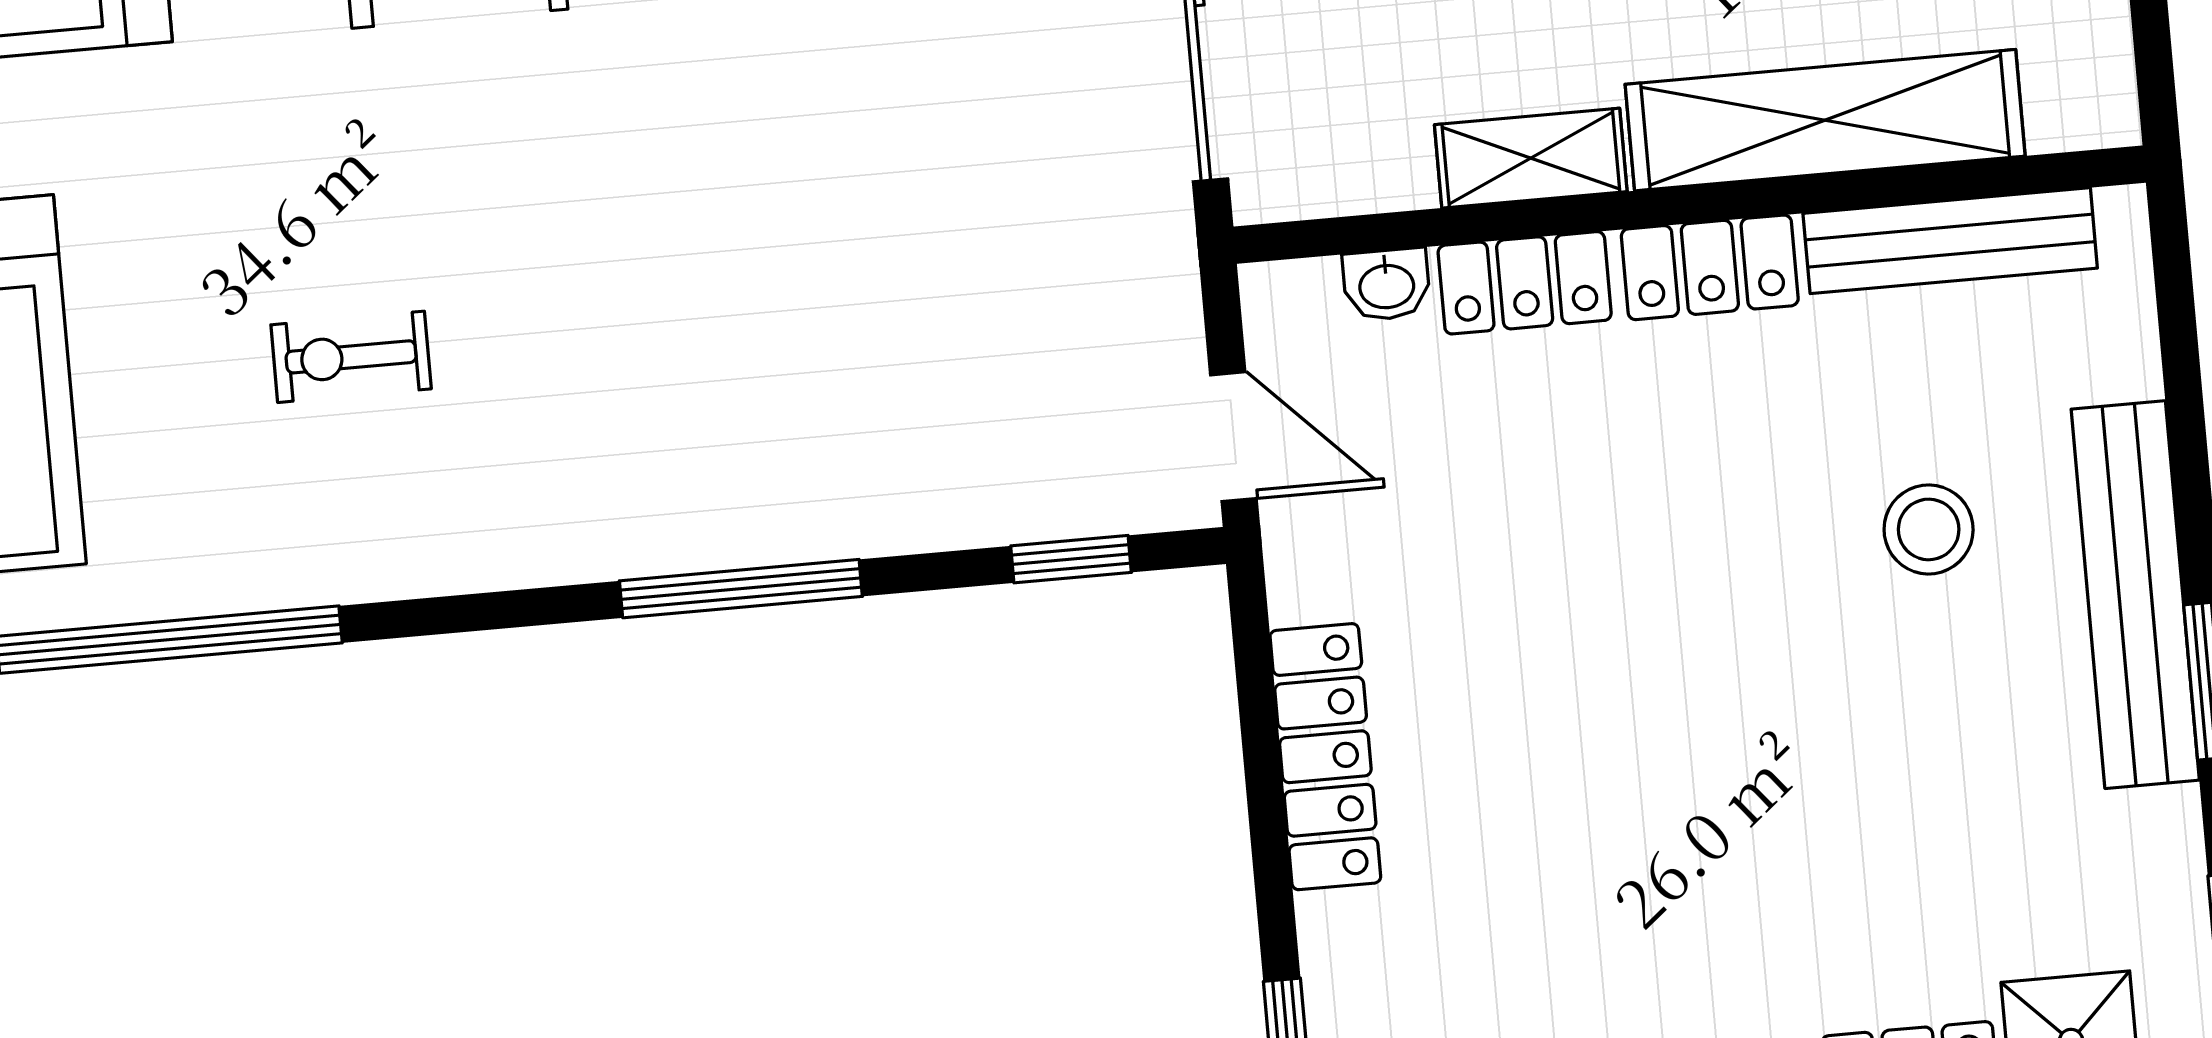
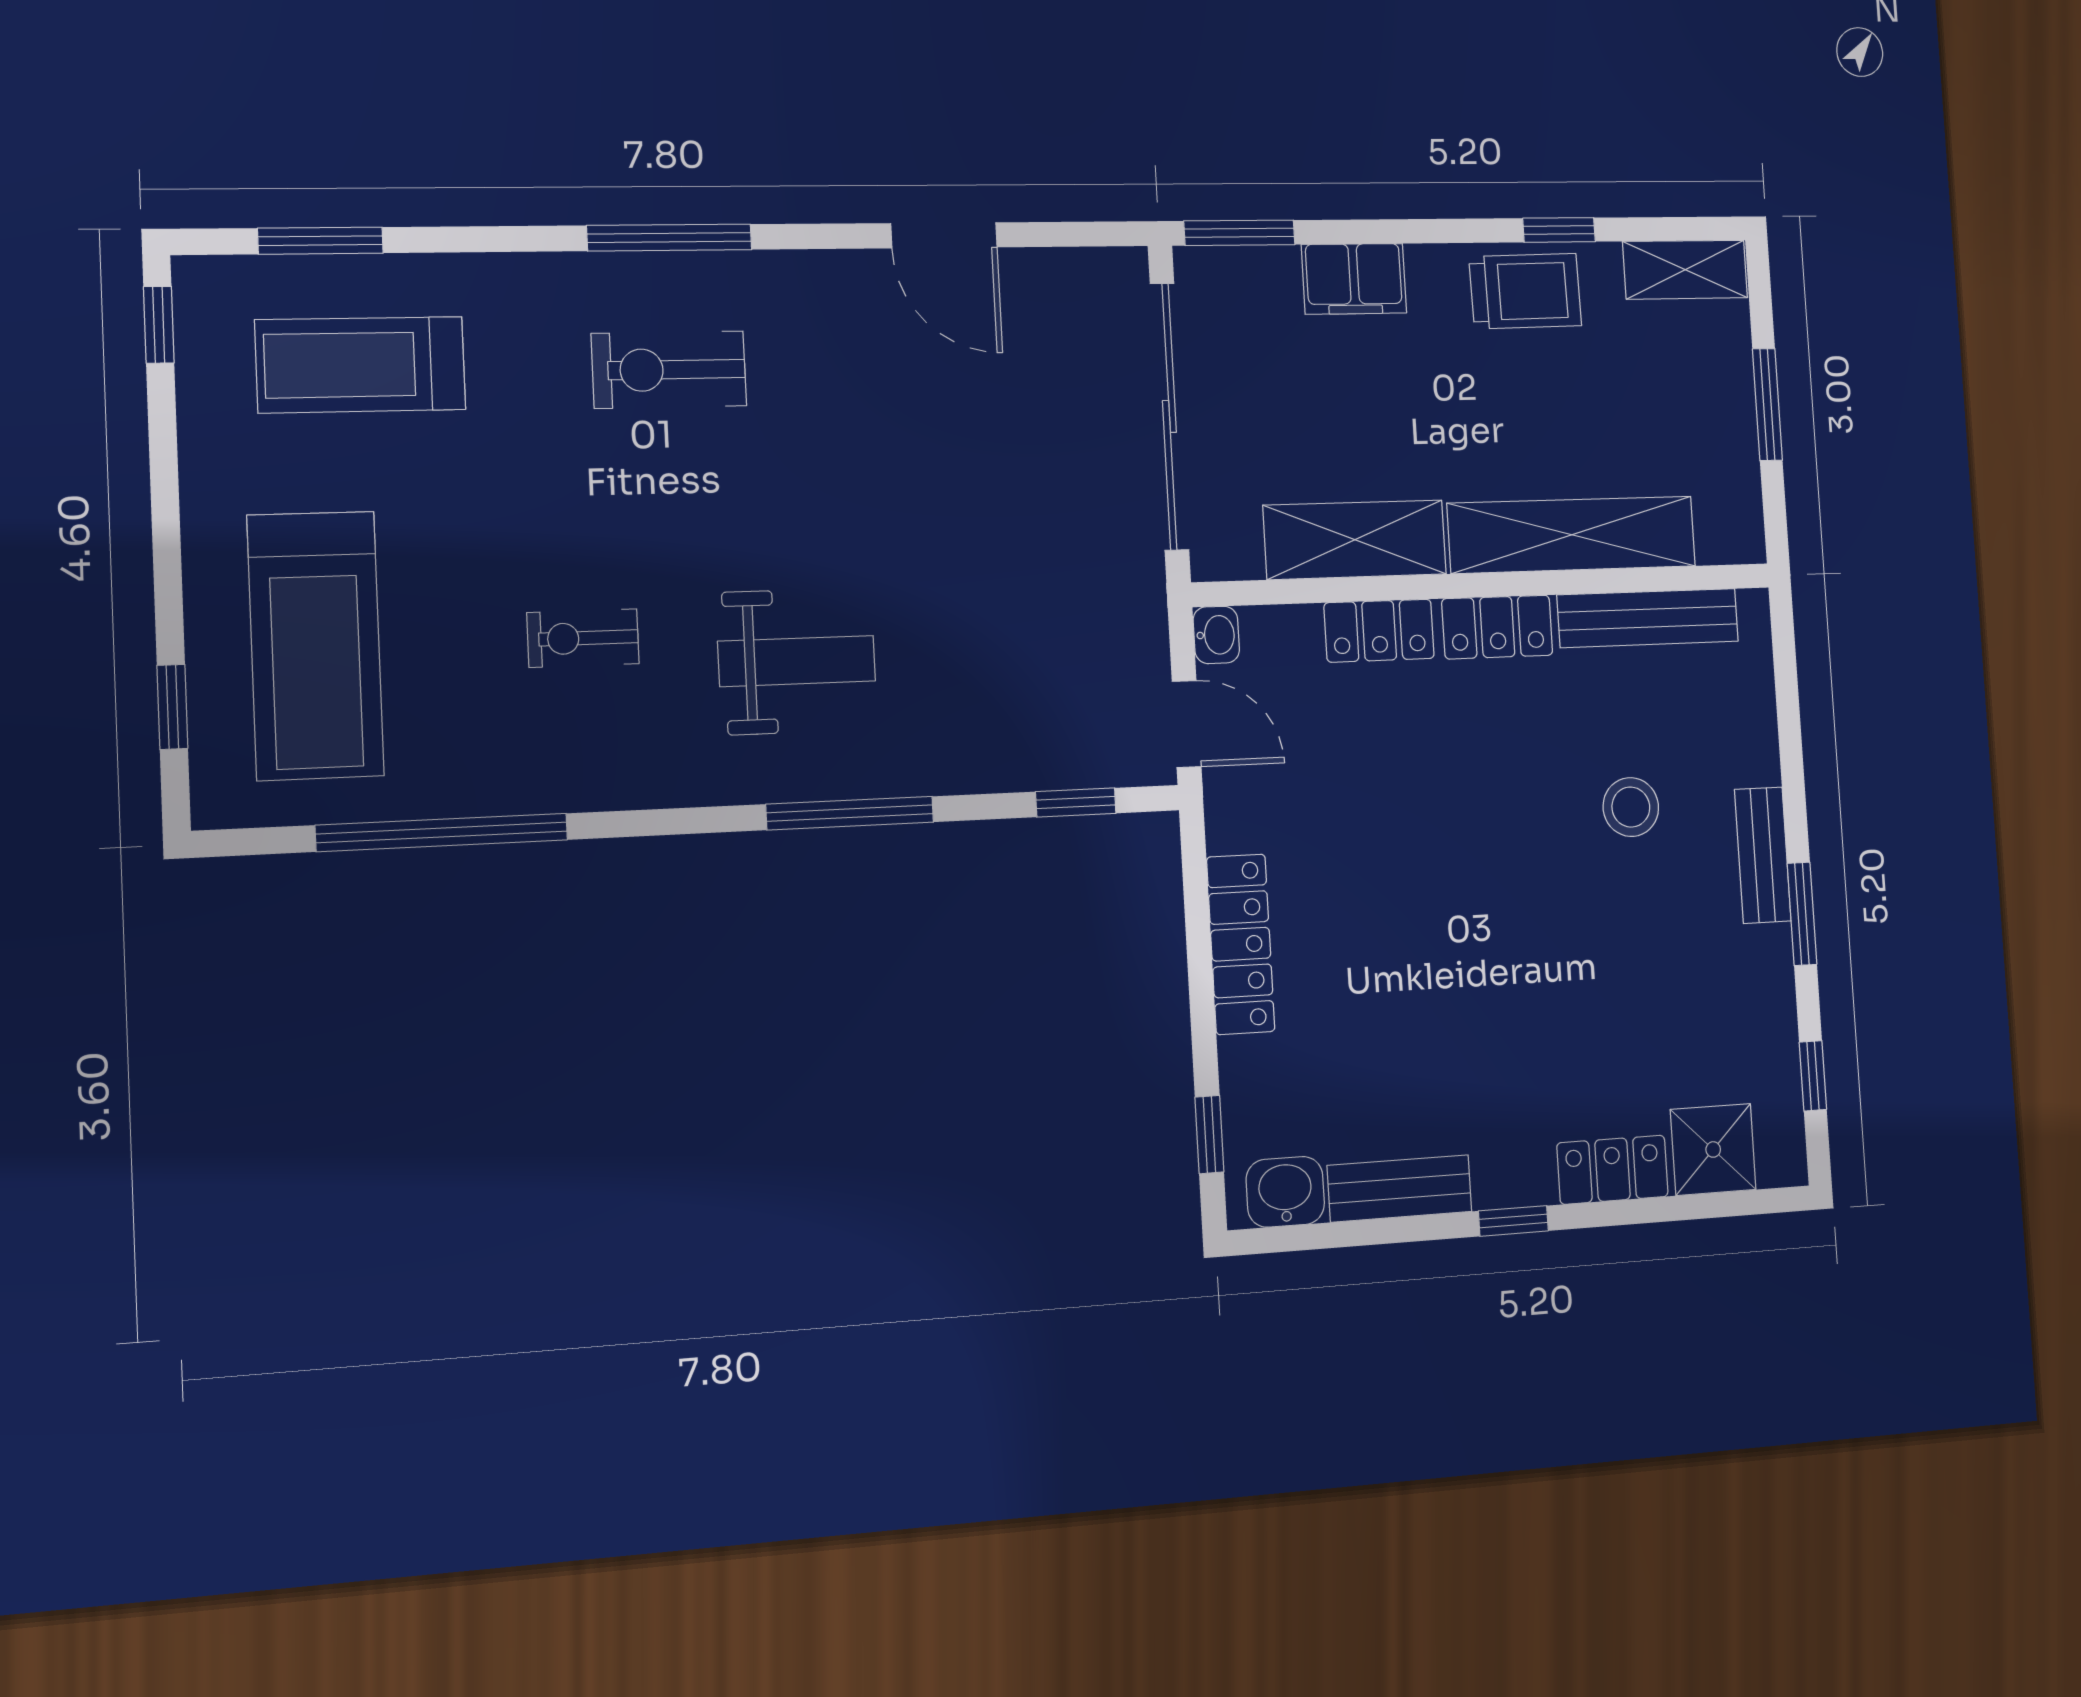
shelving: (1531, 158) -> (1355, 540), width x1.50, depth x1.33
washbasin: (1387, 285) -> (1216, 635), moved, turned -90
weight bench: (656, 374) -> (797, 661), added
bench: (2135, 595) -> (1763, 855), width x0.54, depth x0.82

